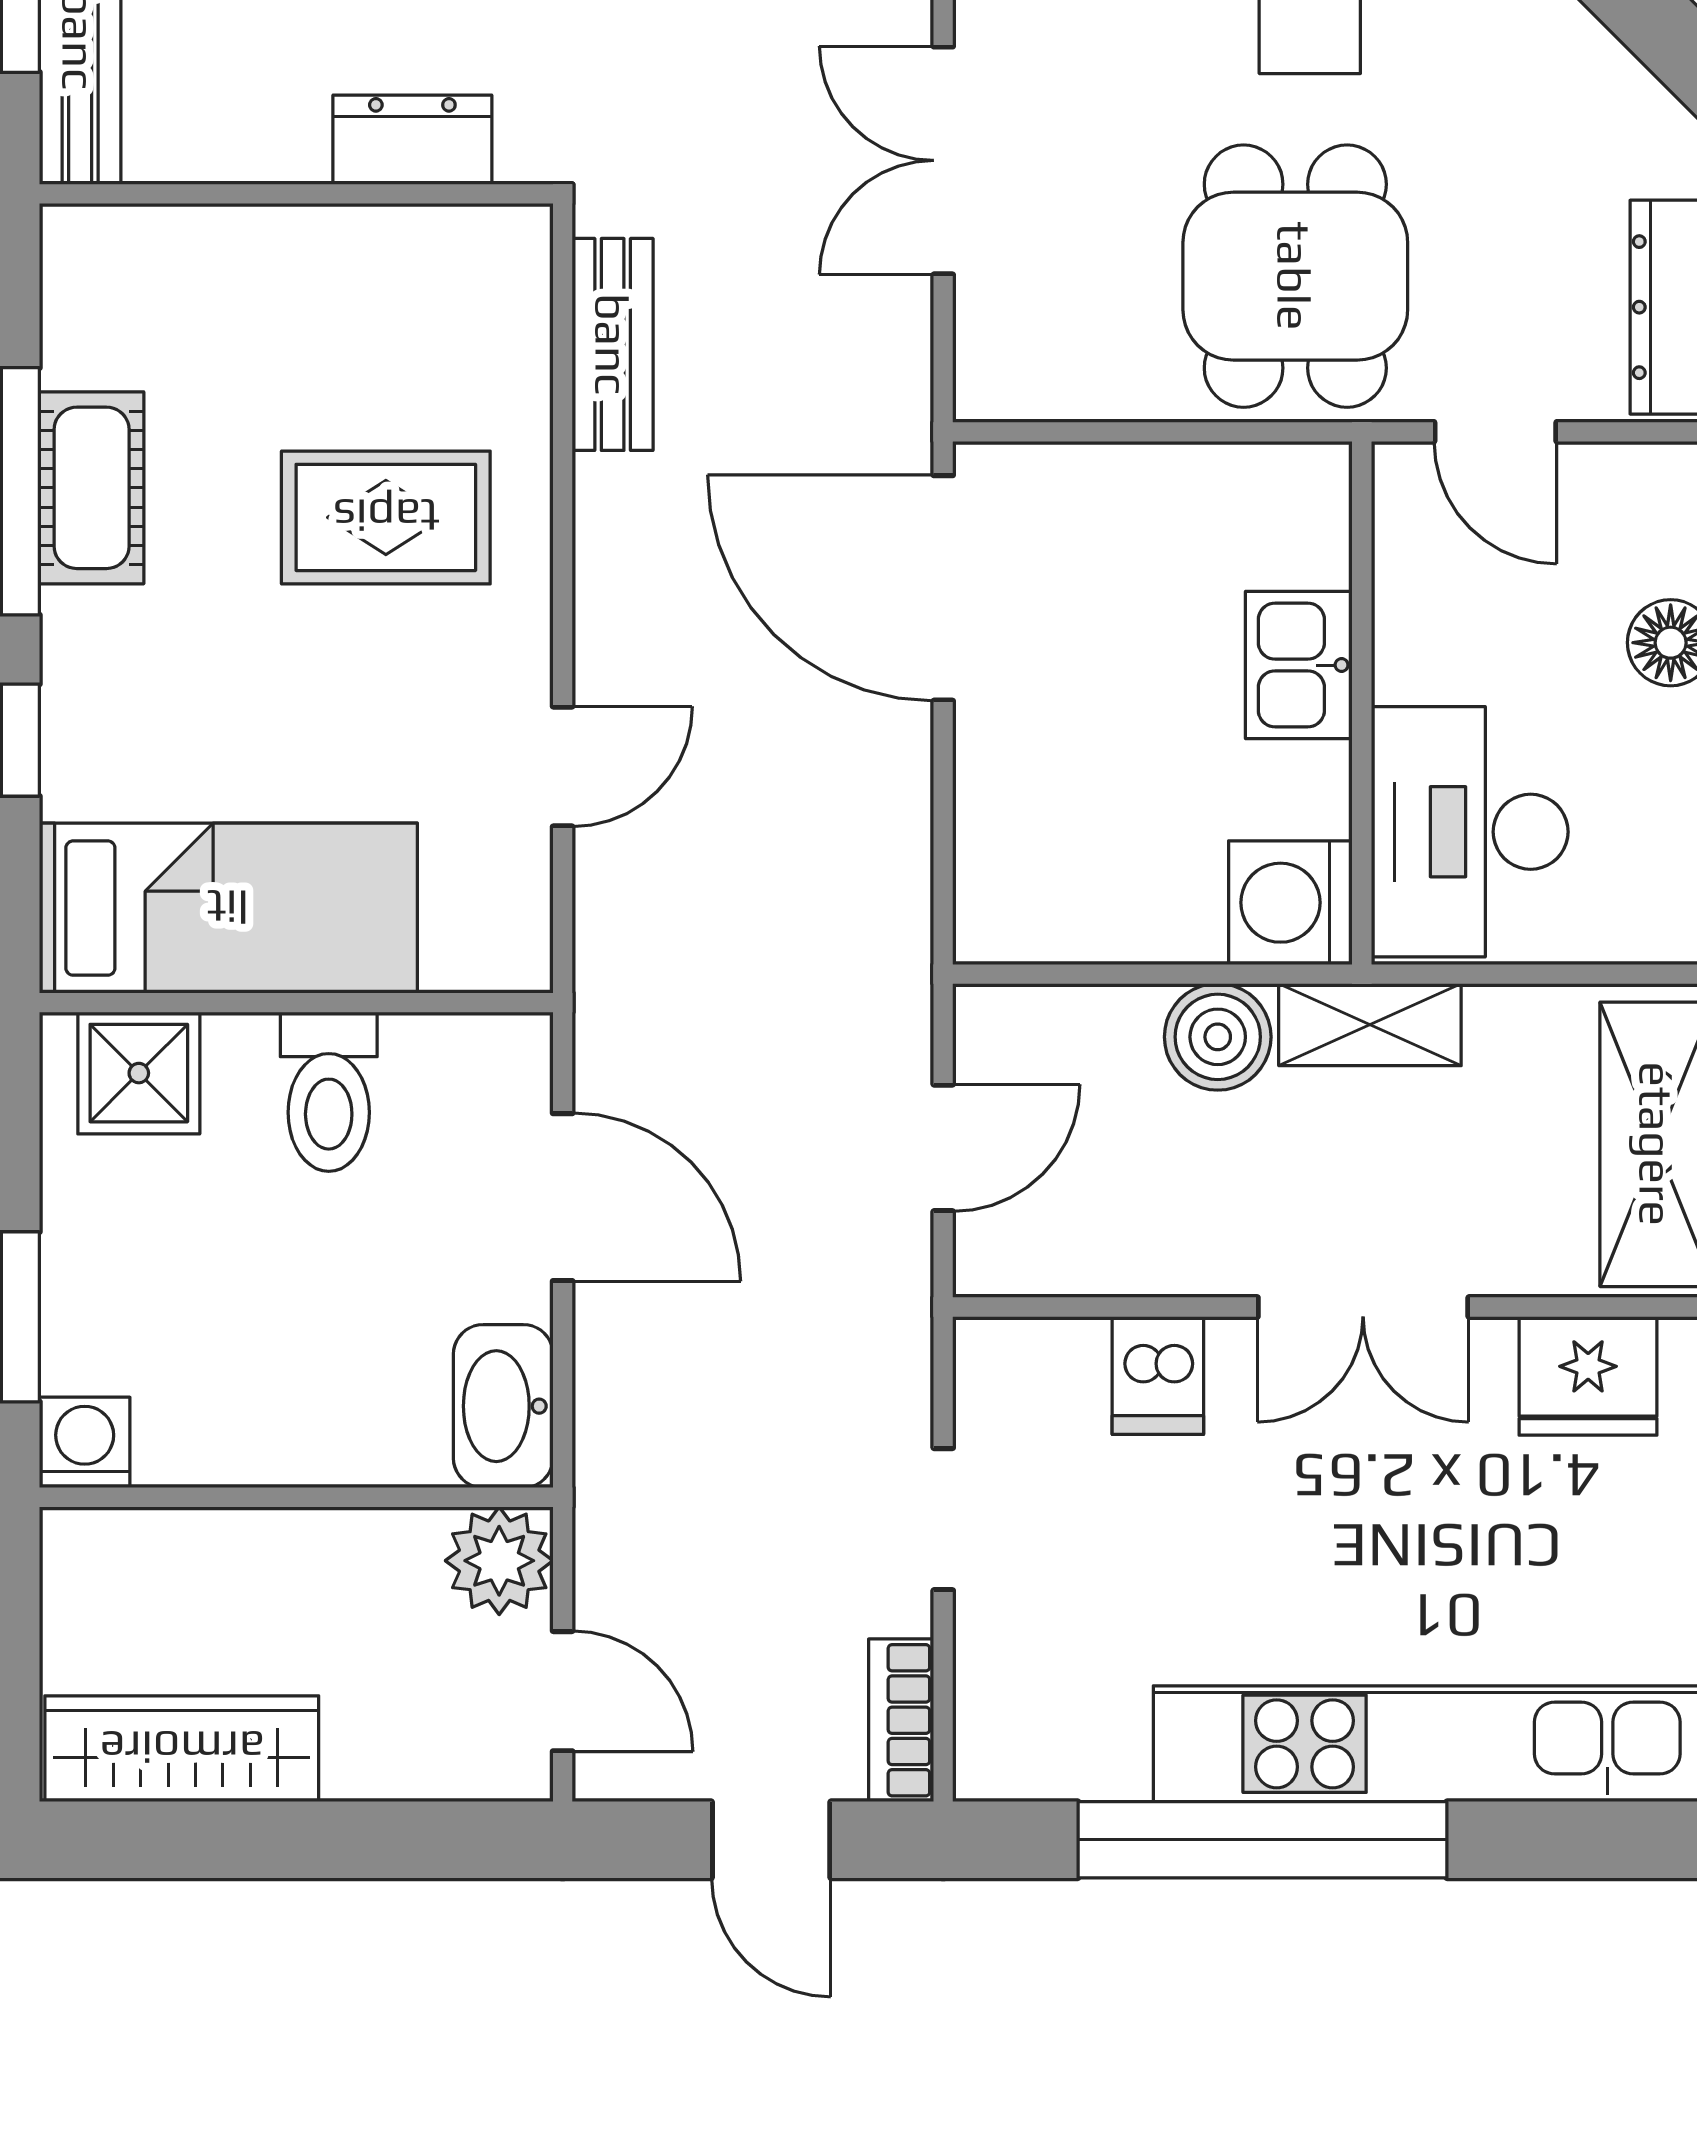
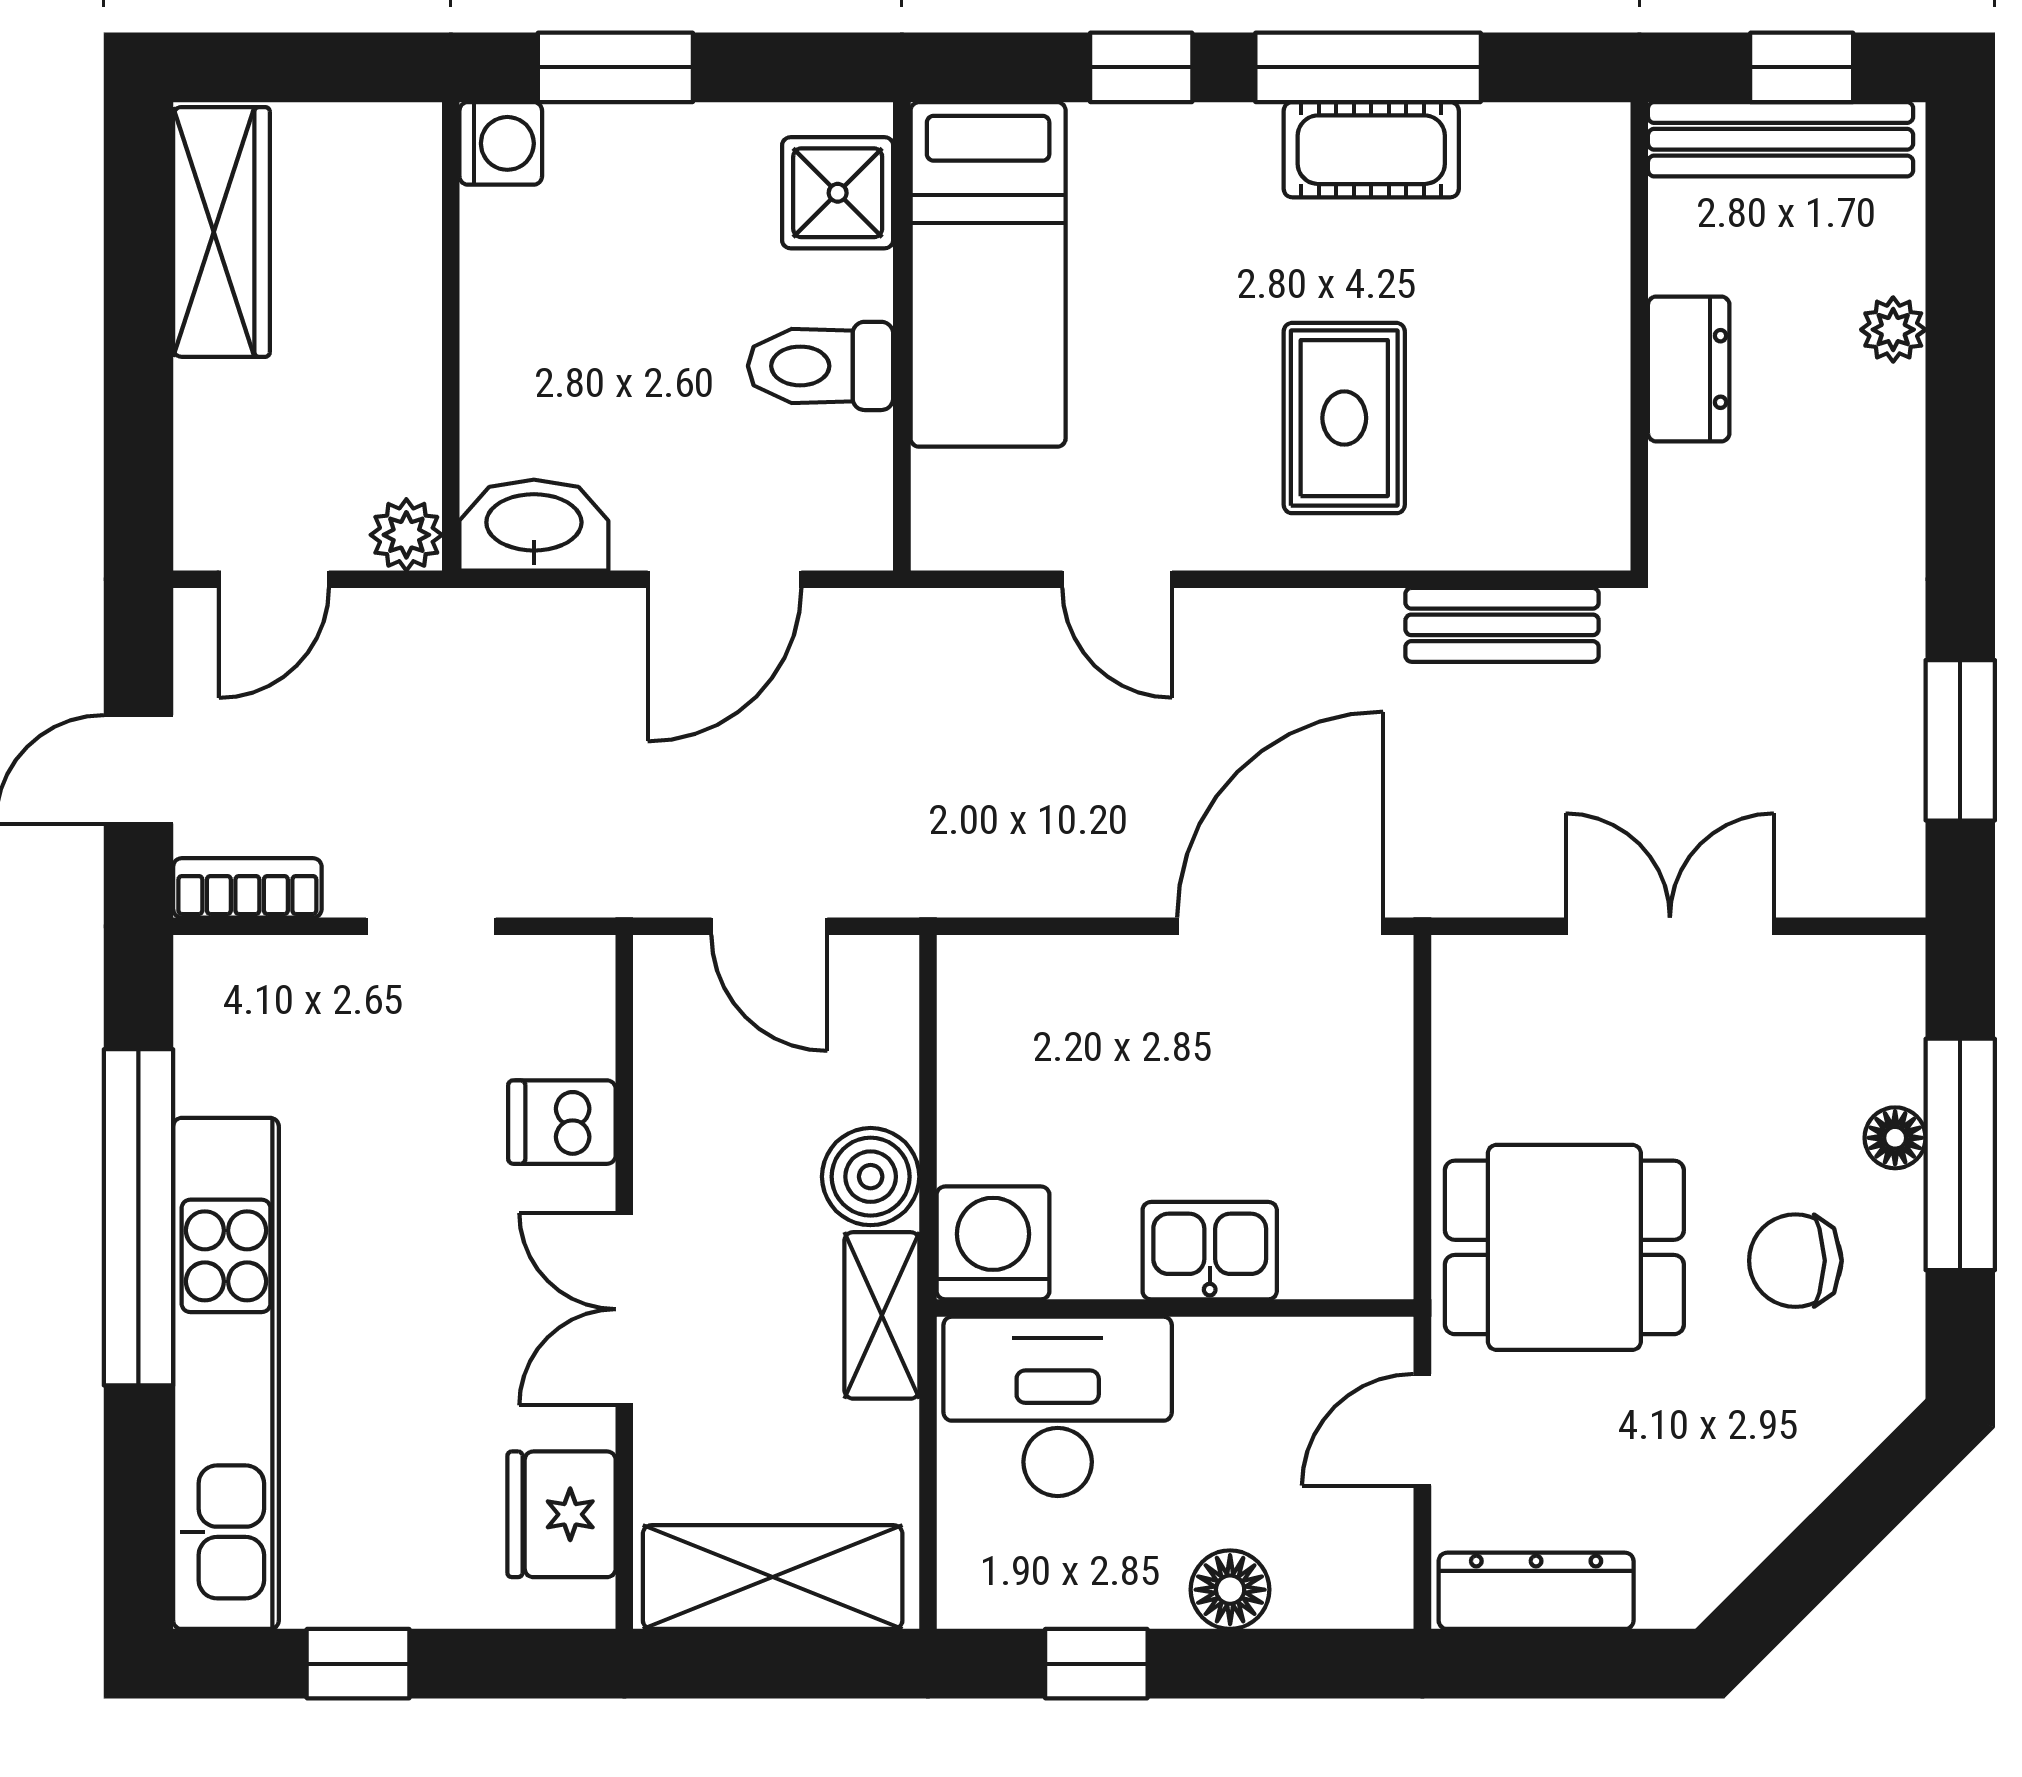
dresser: (412, 140) -> (1689, 369), moved
plant: (499, 1561) -> (406, 535), width x0.73, depth x0.73

